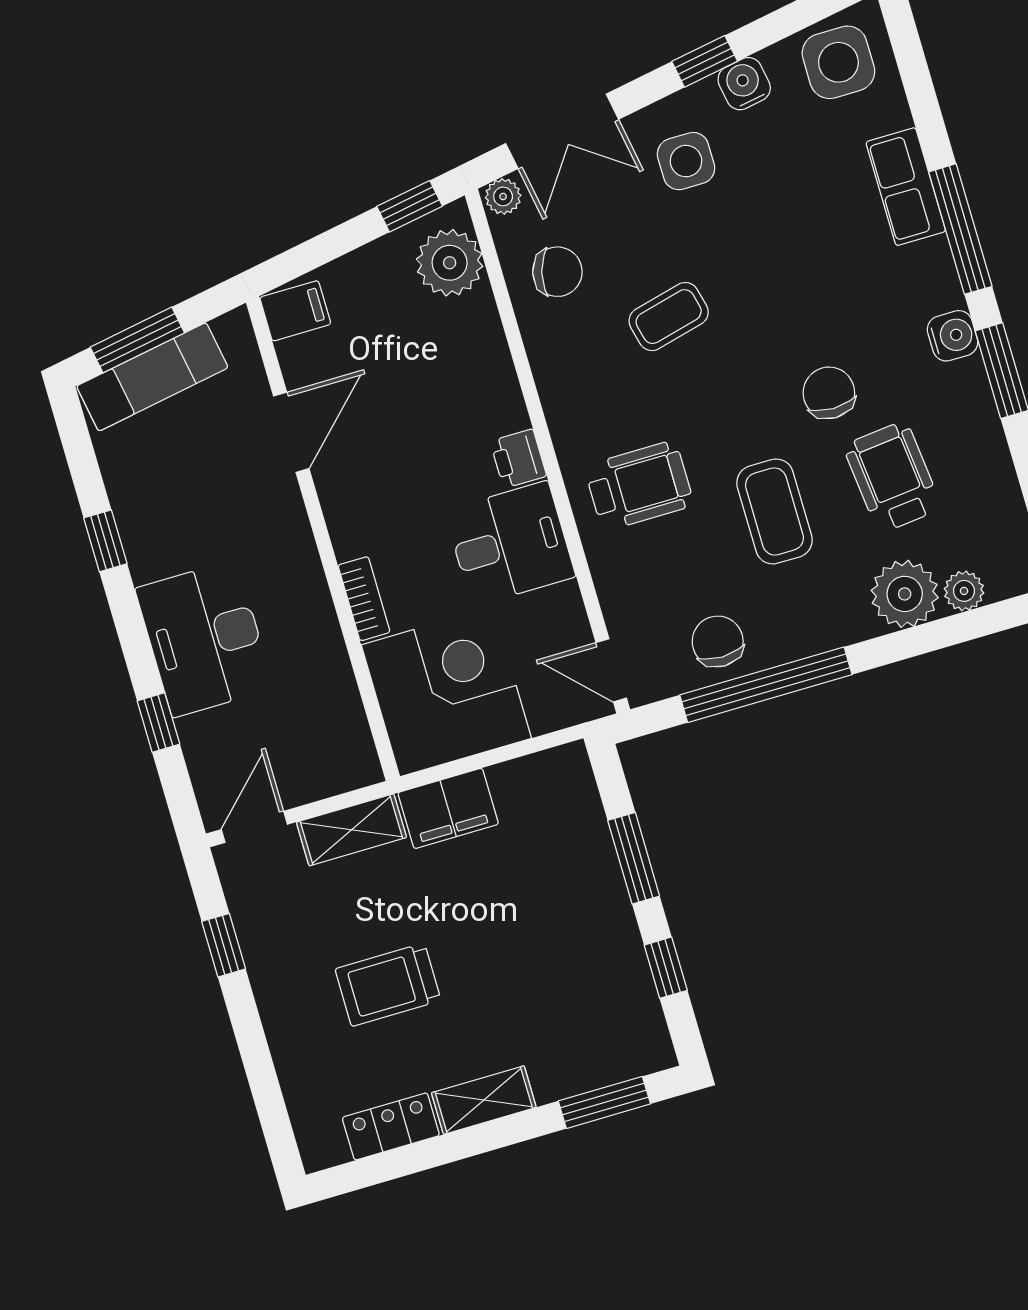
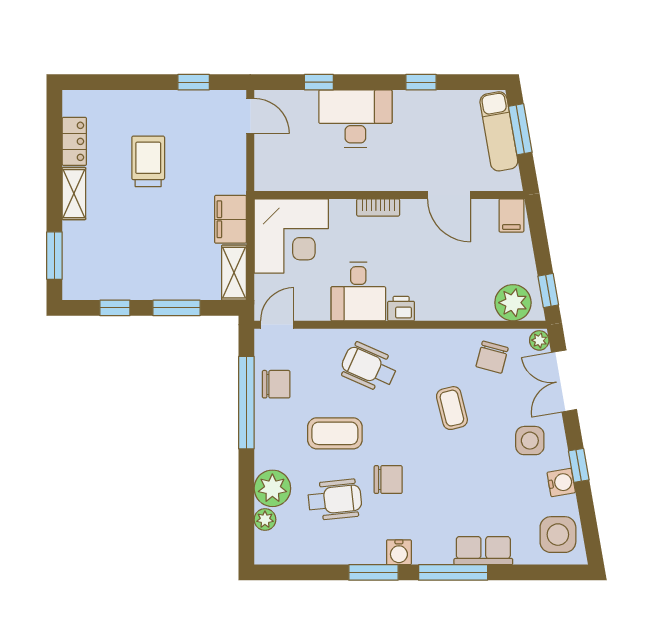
wheelchair: (639, 486) -> (369, 367), turned 114
bookcase: (364, 599) -> (378, 207), moved
shelving: (351, 830) -> (234, 273), moved

